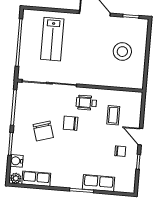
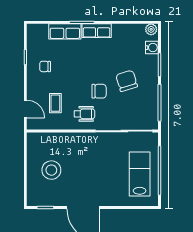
lab bench: (52, 39) -> (140, 174), moved
door: (140, 137) -> (25, 109), moved
row of seats: (36, 179) -> (97, 31), moved

